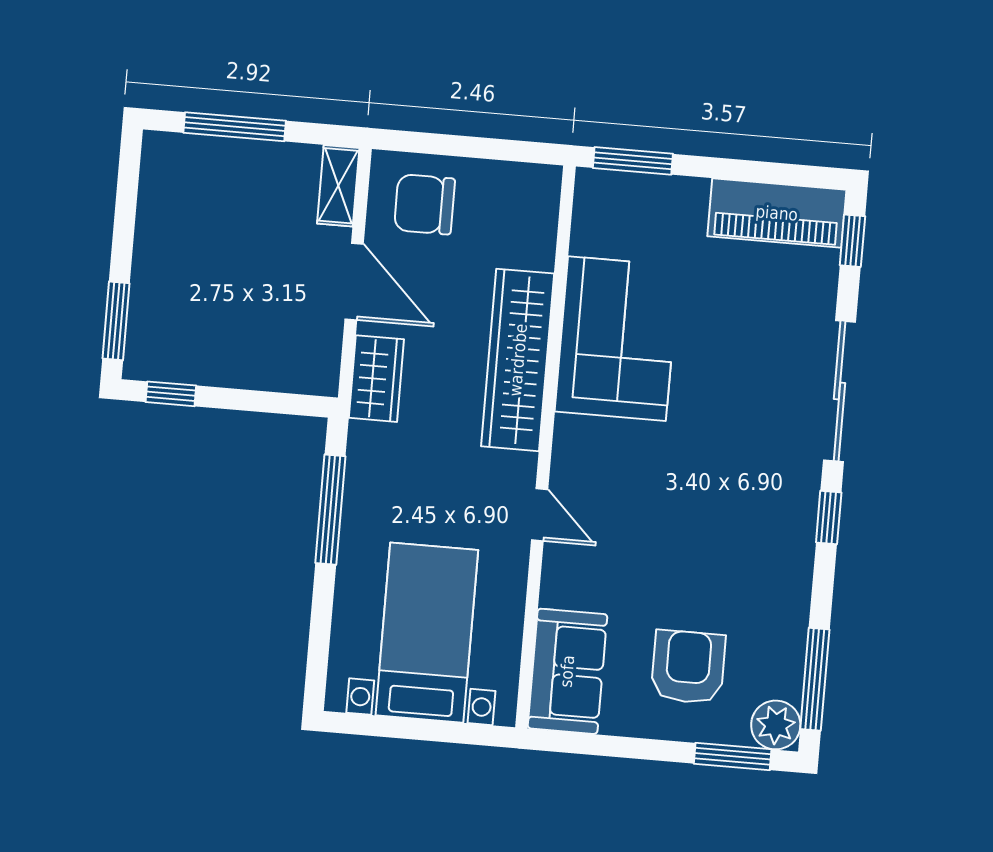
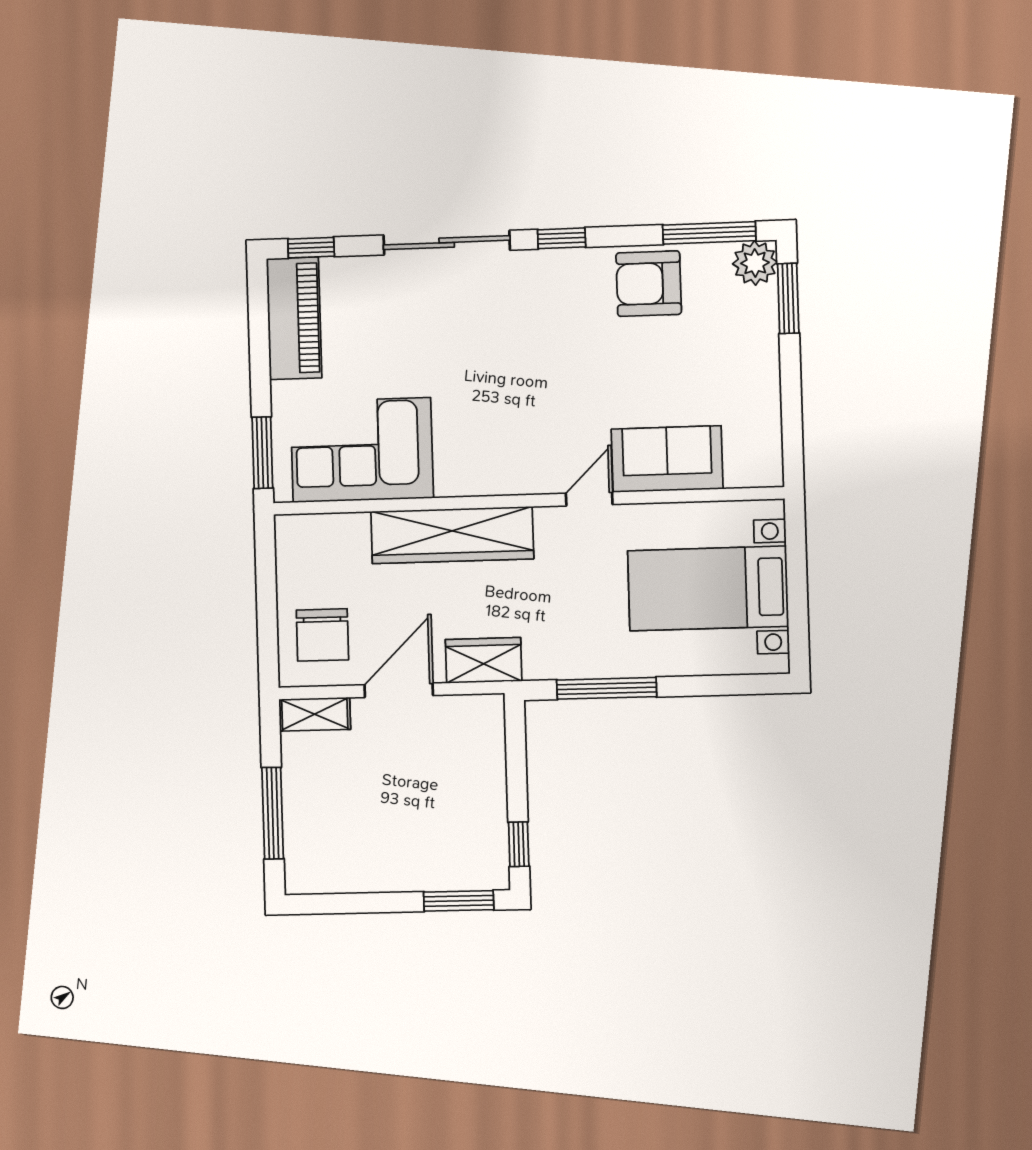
corner sofa: (617, 339) -> (362, 450), moved
armchair: (688, 667) -> (649, 284), moved
sofa: (567, 671) -> (667, 459), moved

